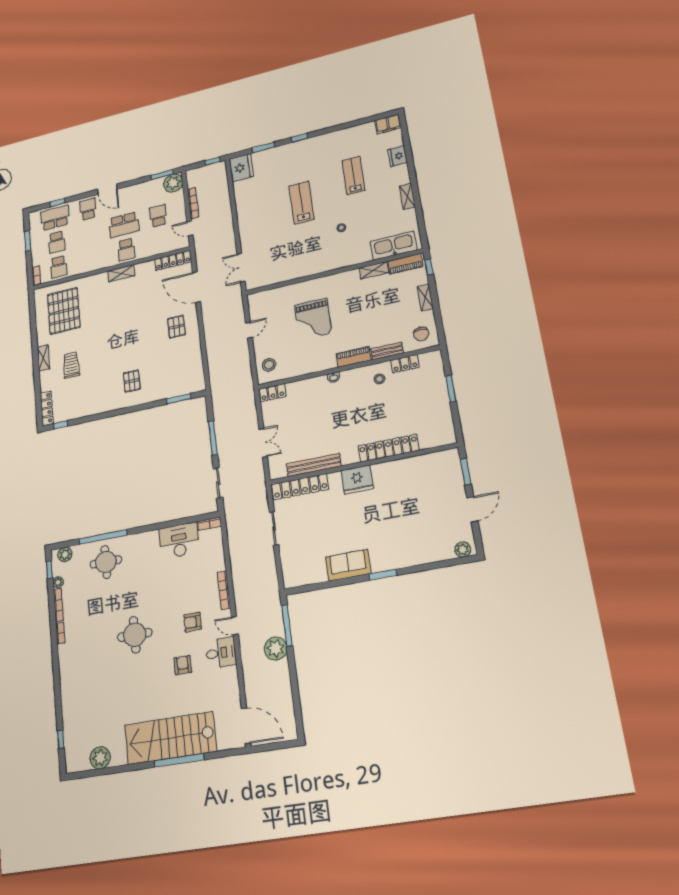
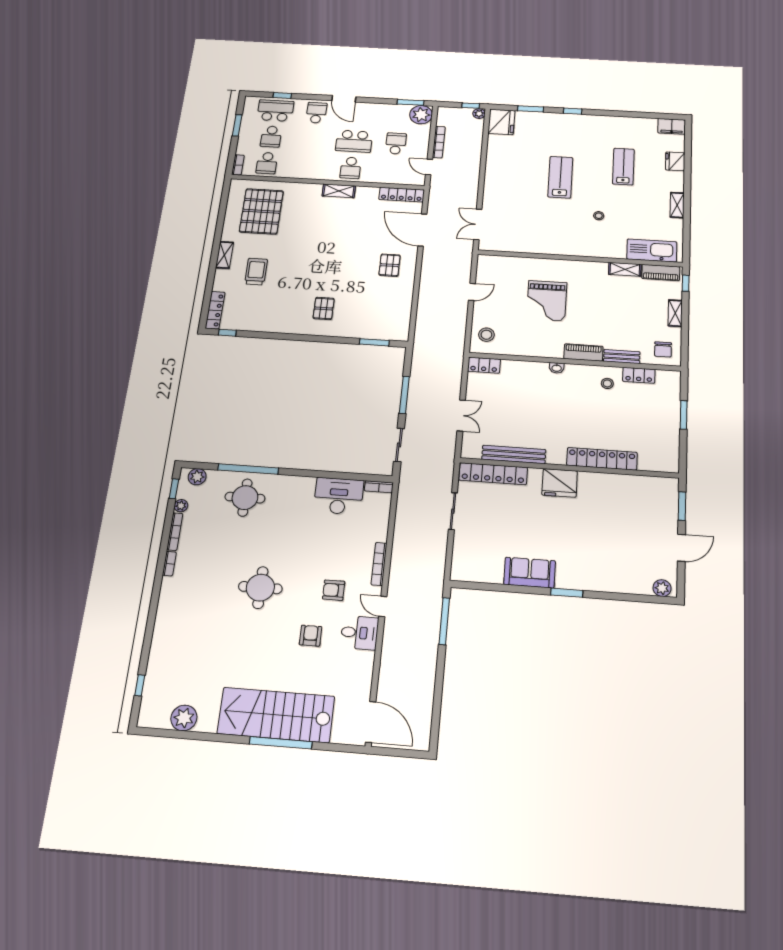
plant: (276, 649) -> (479, 114), moved, width x0.53, depth x0.53

